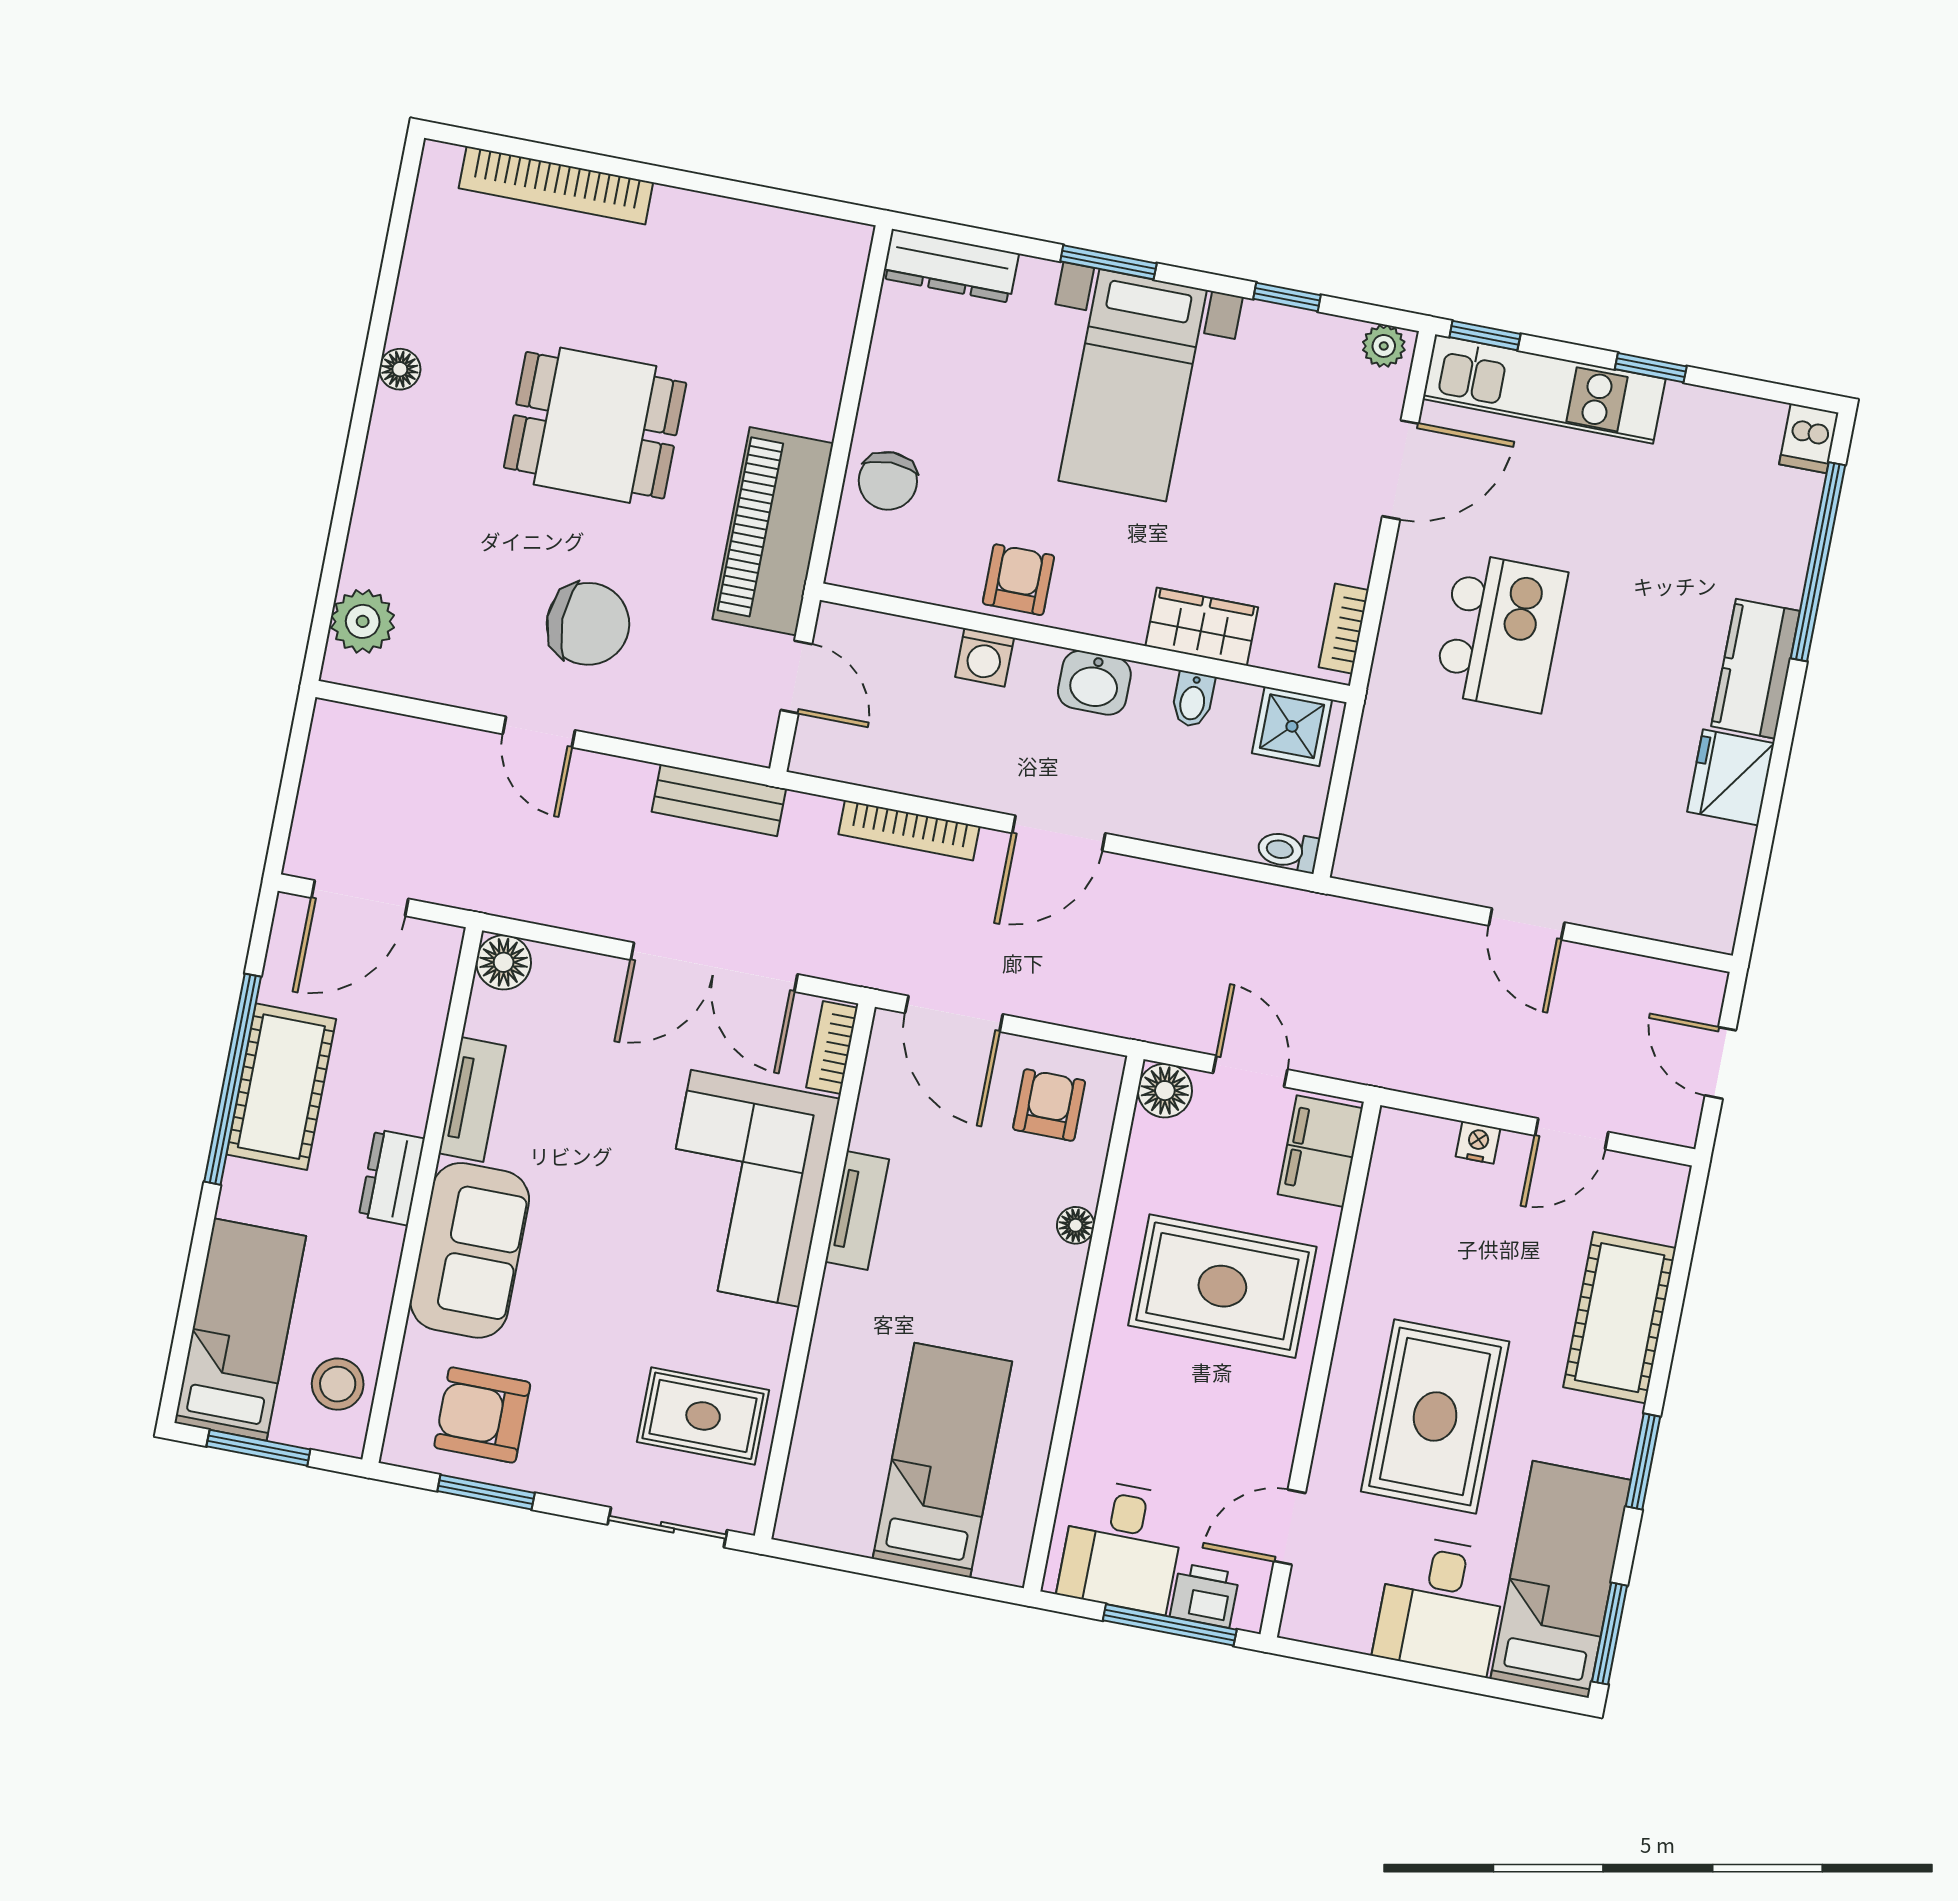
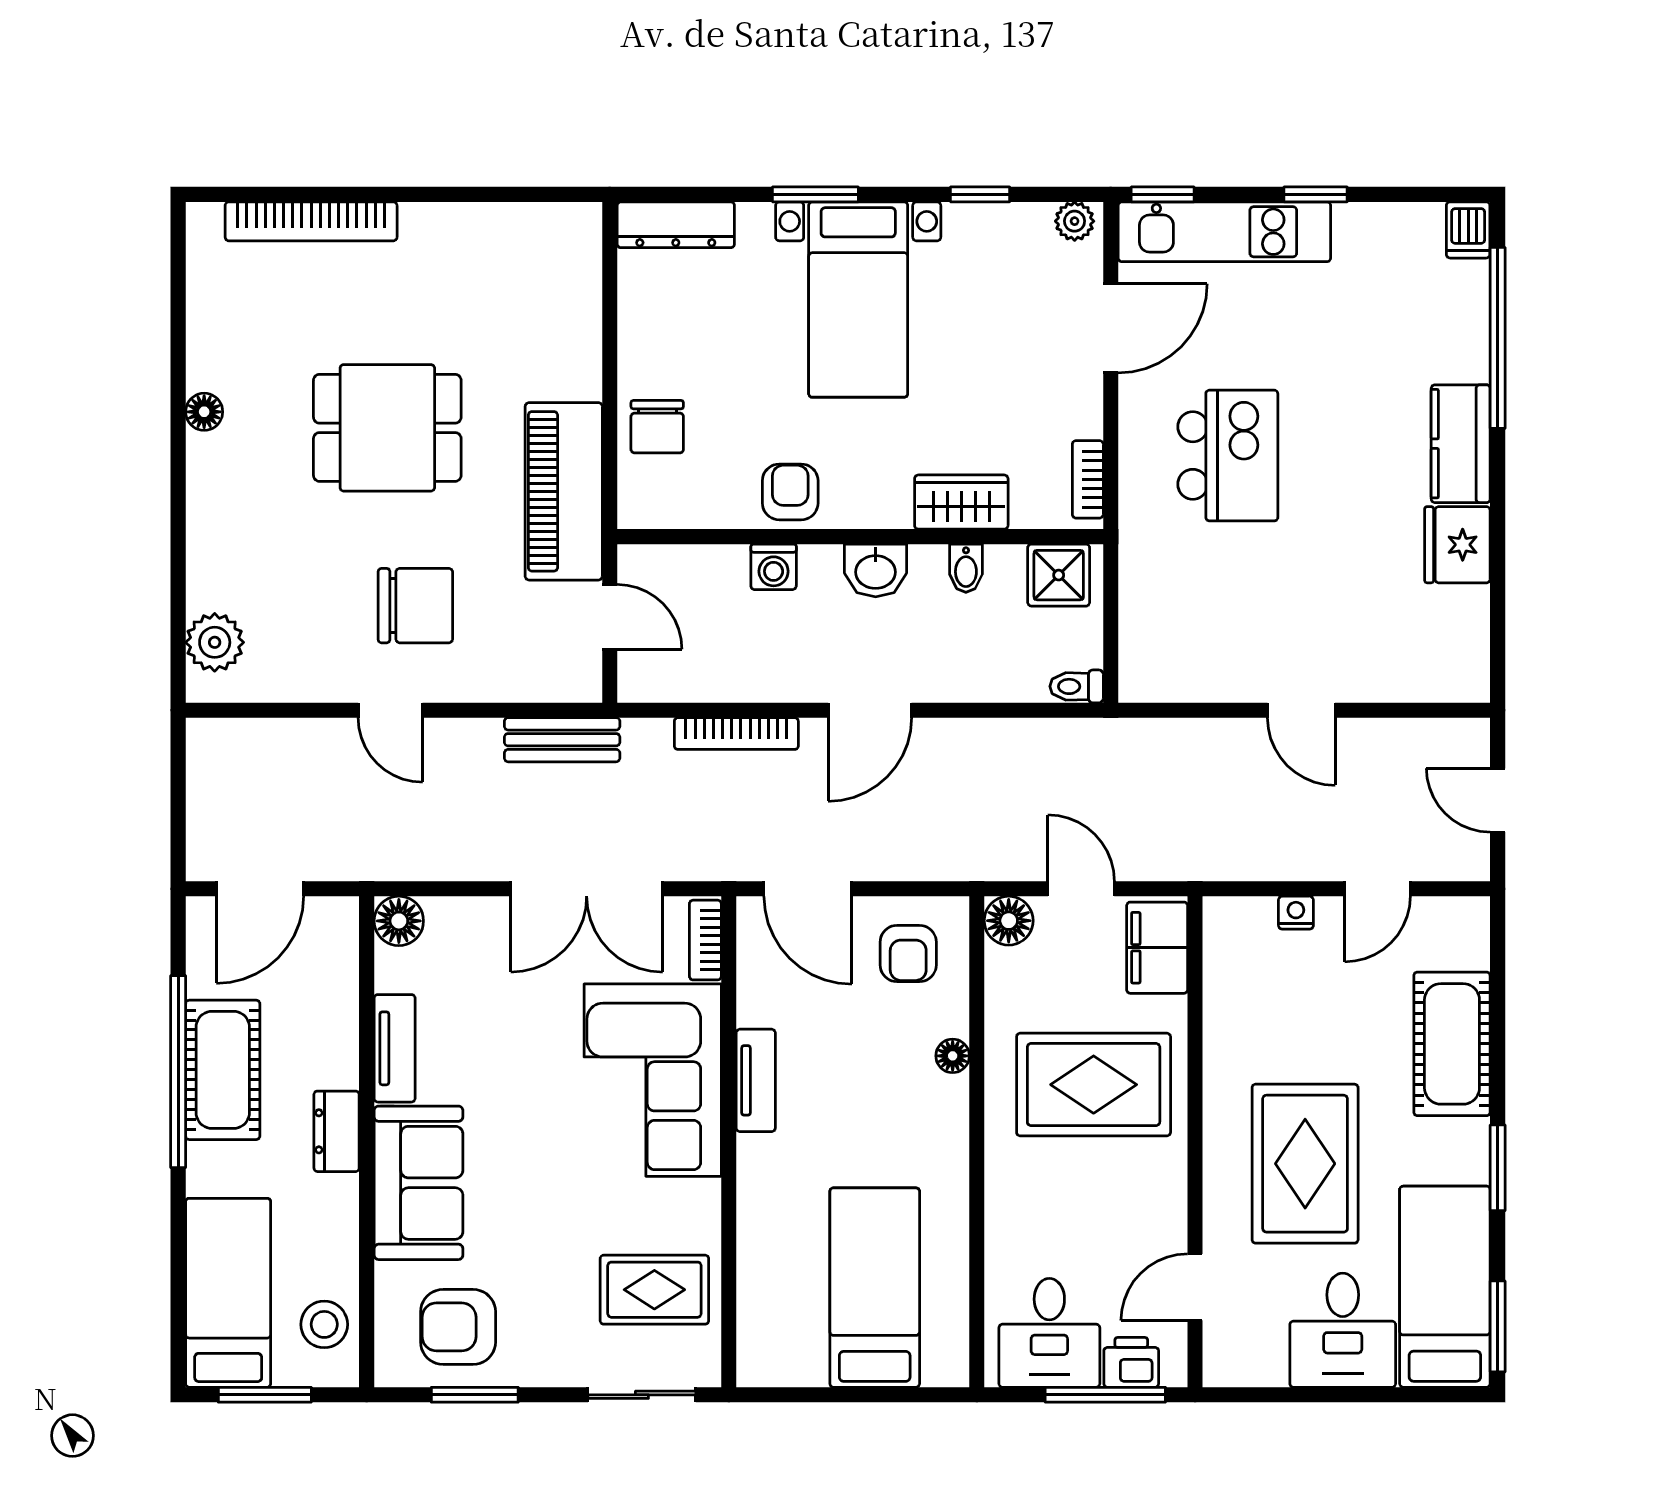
armchair: (1049, 1105) -> (908, 954), turned 180

